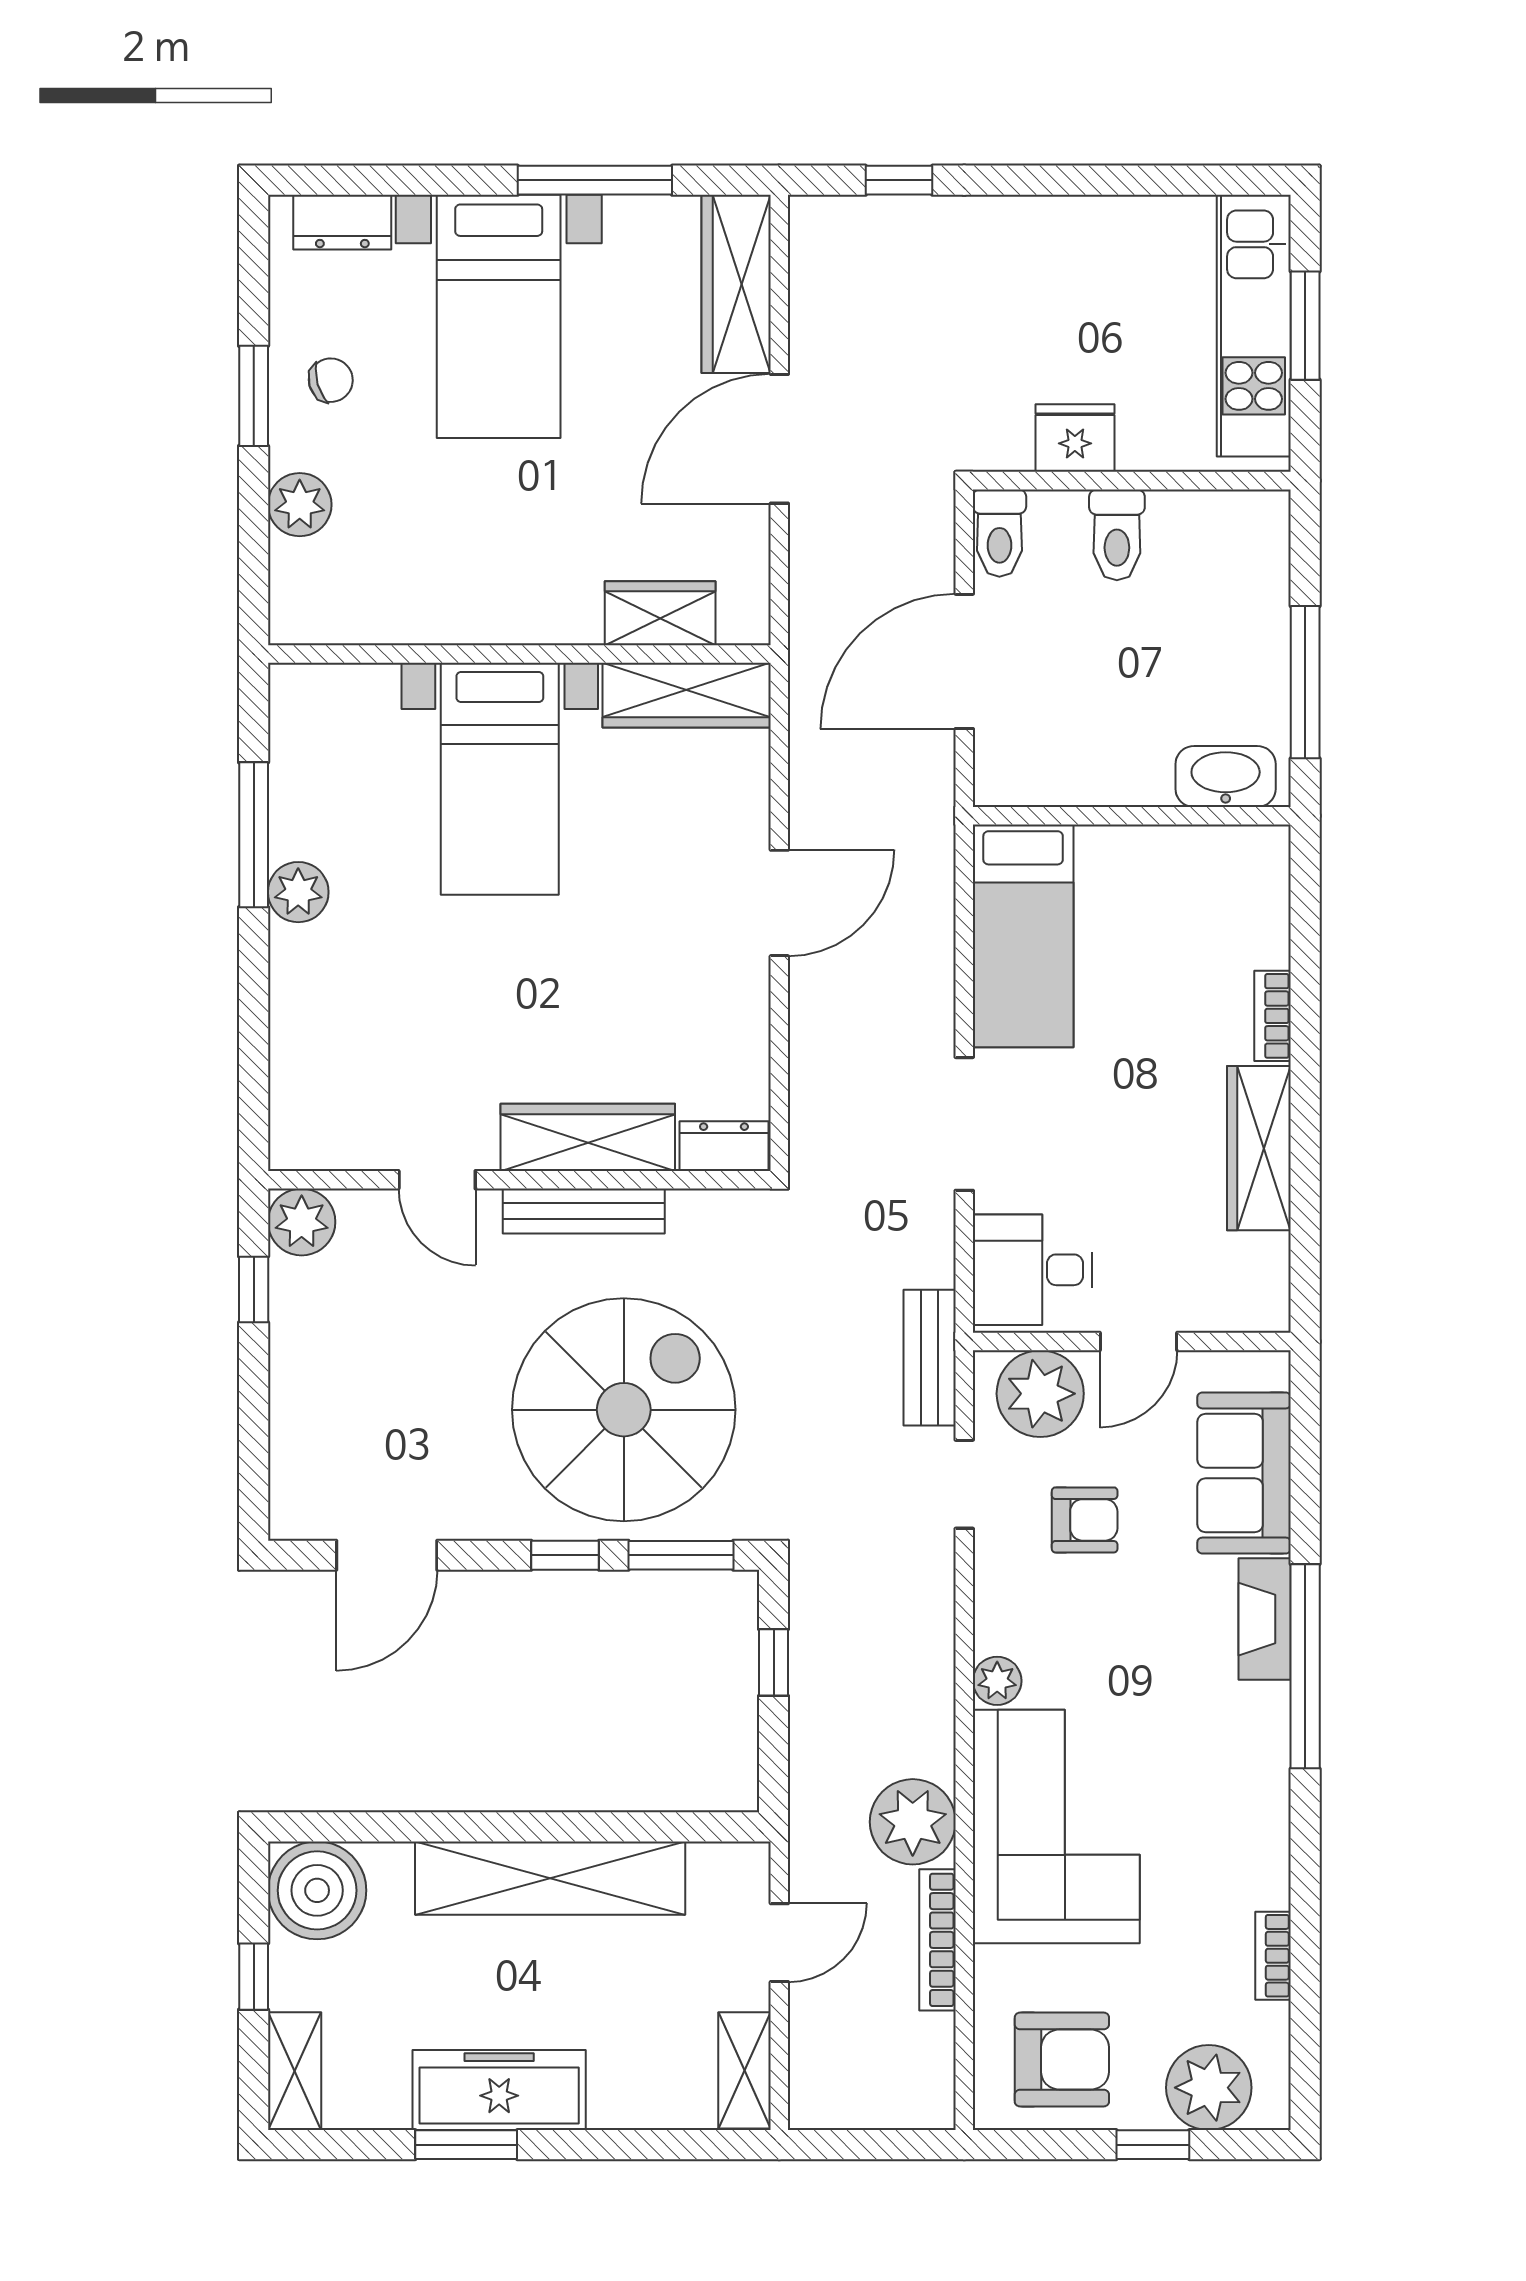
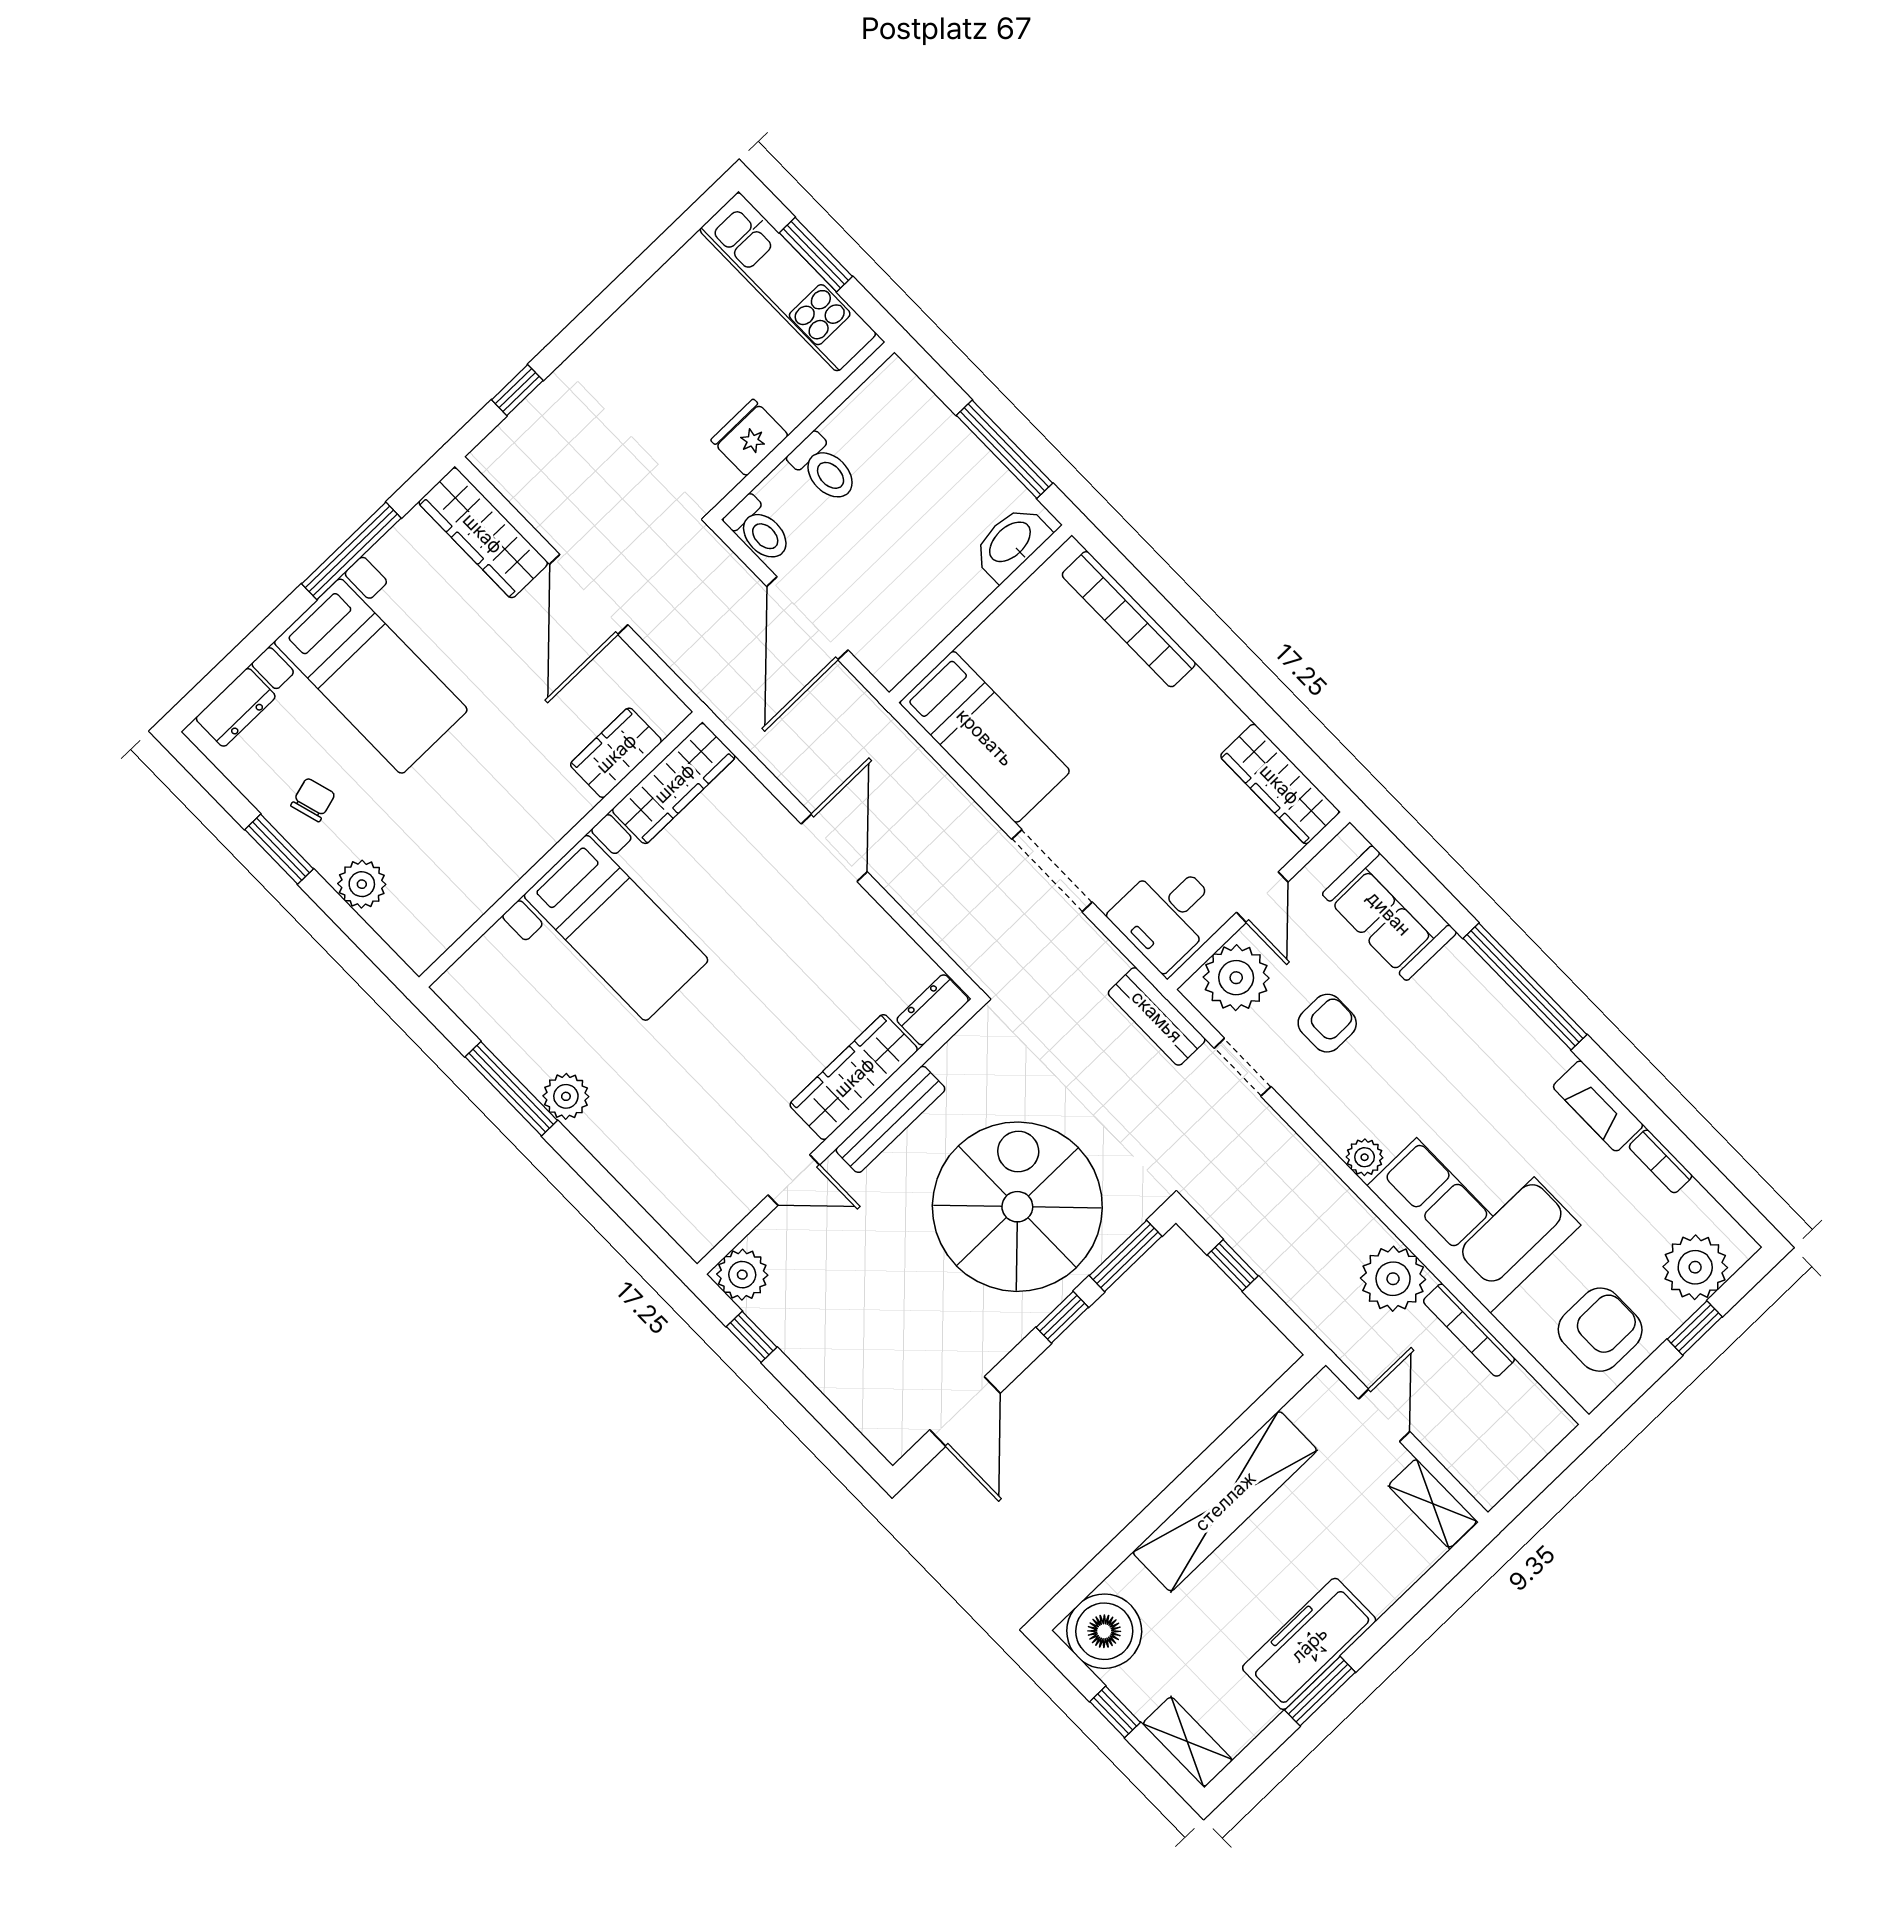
bookcase: (1273, 1016) -> (1129, 619), width x2.31, depth x1.31
wardrobe: (1259, 1148) -> (1280, 784), moved
fireplace: (1265, 1619) -> (1598, 1106), moved

